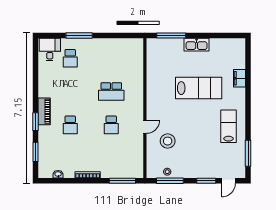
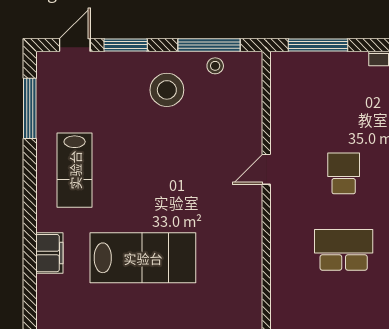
filing cabinet: (239, 78) -> (49, 253), moved
lab bench: (199, 88) -> (143, 258), turned 180
stool: (168, 141) -> (167, 90), moved

